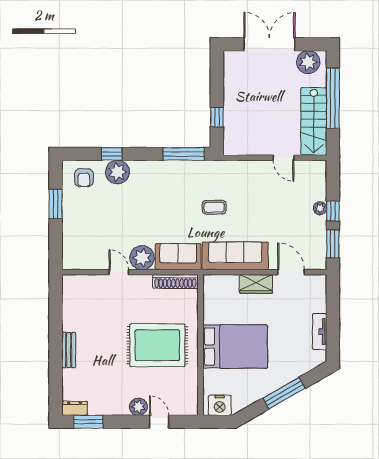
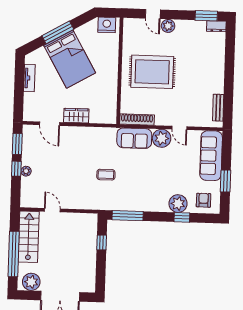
sofa: (235, 256) -> (211, 156), moved, turned 90
bed: (235, 346) -> (70, 59), moved, turned -120
bench: (69, 350) -> (218, 108), moved

